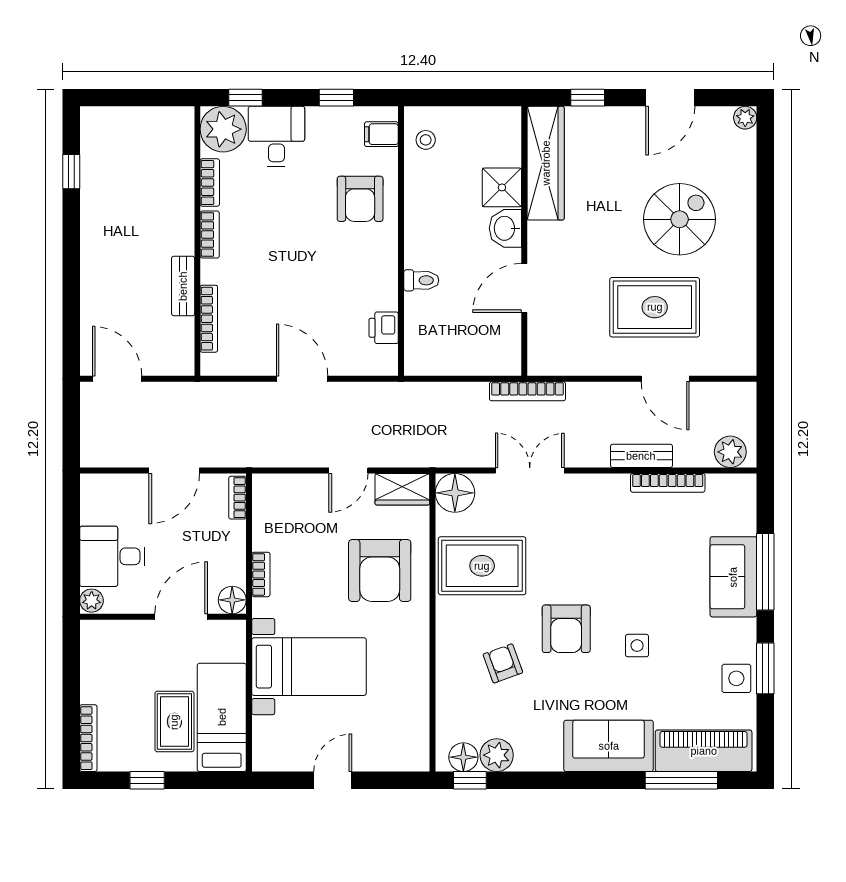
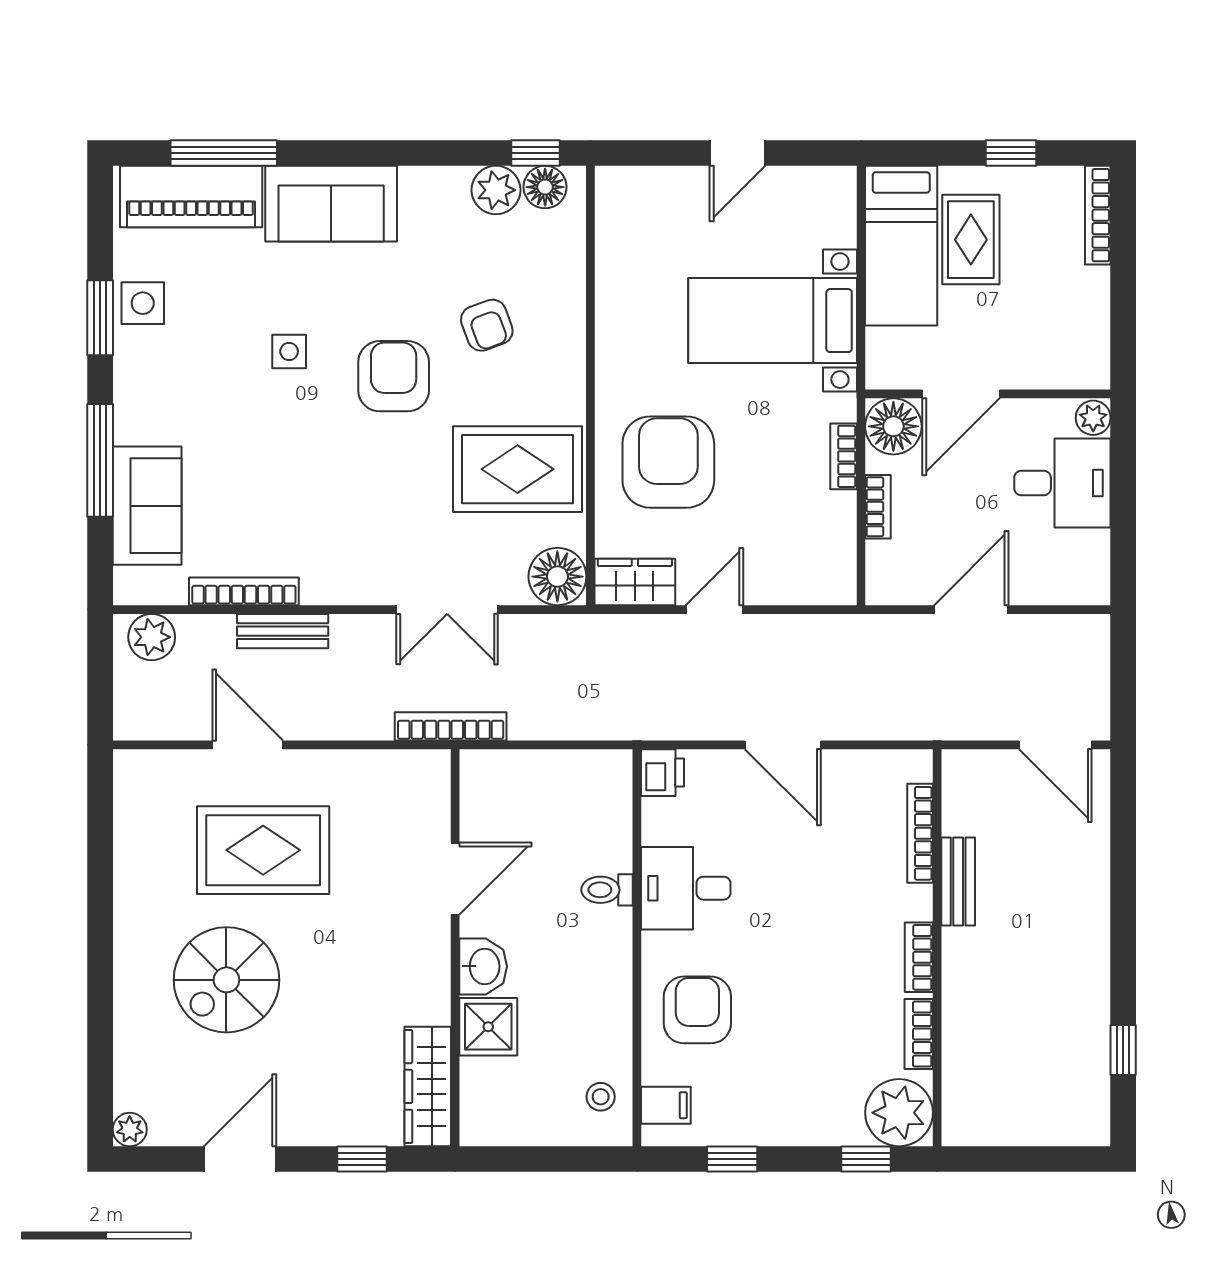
desk: (276, 137) -> (686, 888), moved, turned 90
wardrobe: (546, 163) -> (428, 1086), width x0.71, depth x0.85
printer: (384, 328) -> (663, 773), moved
bookcase: (237, 498) -> (878, 507), moved
sofa: (733, 577) -> (147, 506), moved
floor lamp: (232, 600) -> (893, 426), width x1.38, depth x1.38

